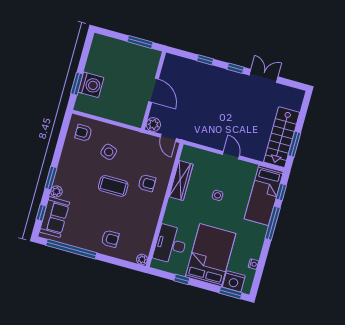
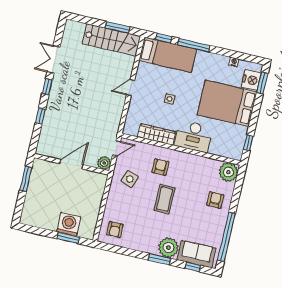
side table: (109, 152) -> (130, 179), moved
plant: (56, 191) -> (168, 248), width x1.88, depth x1.88
desk: (170, 244) -> (194, 136), moved
plant: (142, 259) -> (228, 172), width x1.88, depth x1.88
window: (182, 279) -> (248, 143), moved

